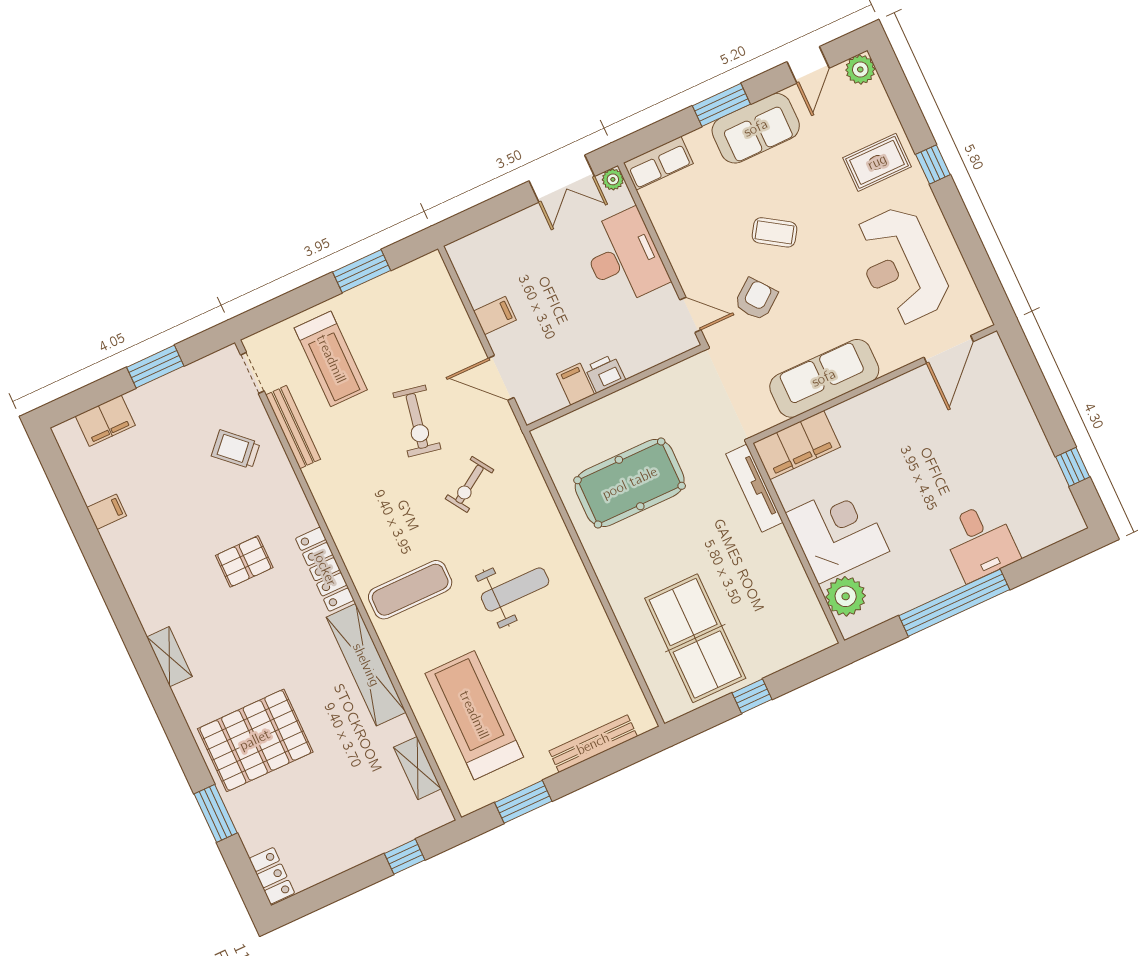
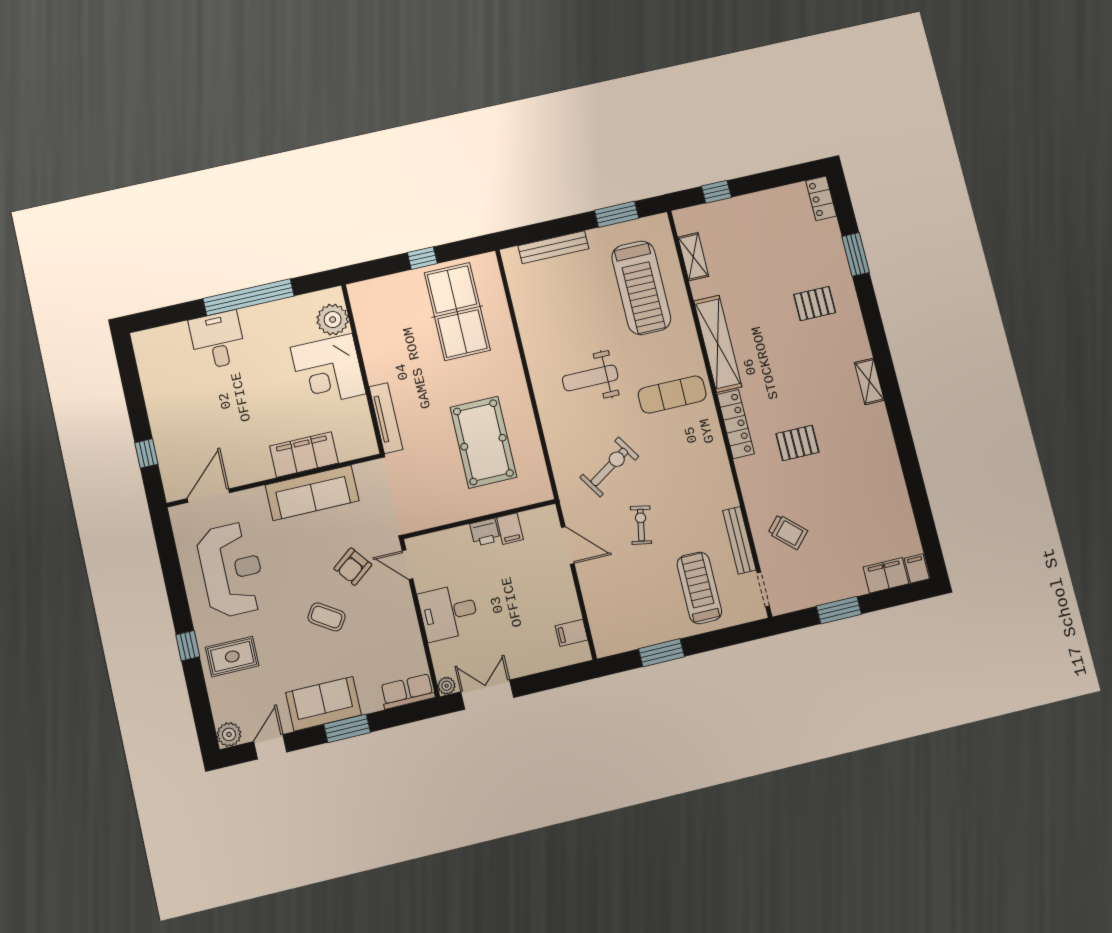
desk: (624, 257) -> (448, 612), width x0.73
filing cabinet: (495, 316) -> (571, 633), moved
exercise bike: (417, 421) -> (641, 525), width x0.73, depth x0.72
filing cabinet: (797, 445) -> (304, 455), moved
window: (1073, 467) -> (146, 453), moved
pool table: (630, 483) -> (483, 442), turned 90
exercise bike: (469, 484) -> (609, 467), width x1.38, depth x1.39
filing cabinet: (107, 512) -> (917, 568), moved, turned 90
pallet: (255, 740) -> (815, 304), width x0.49, depth x0.50

